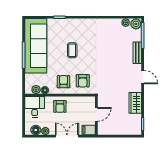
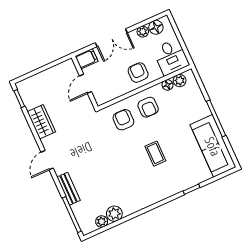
plant: (136, 24) -> (114, 214), moved
sofa: (36, 46) -> (213, 146), width x0.74, depth x0.79
door: (143, 77) -> (47, 160), hinge flipped

